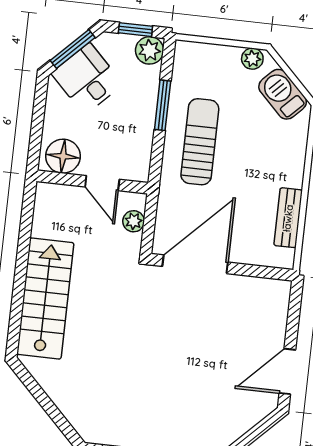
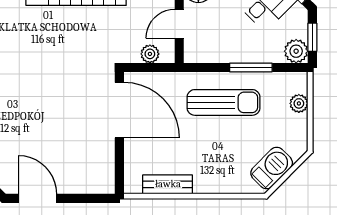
plant: (252, 59) -> (299, 103), moved

